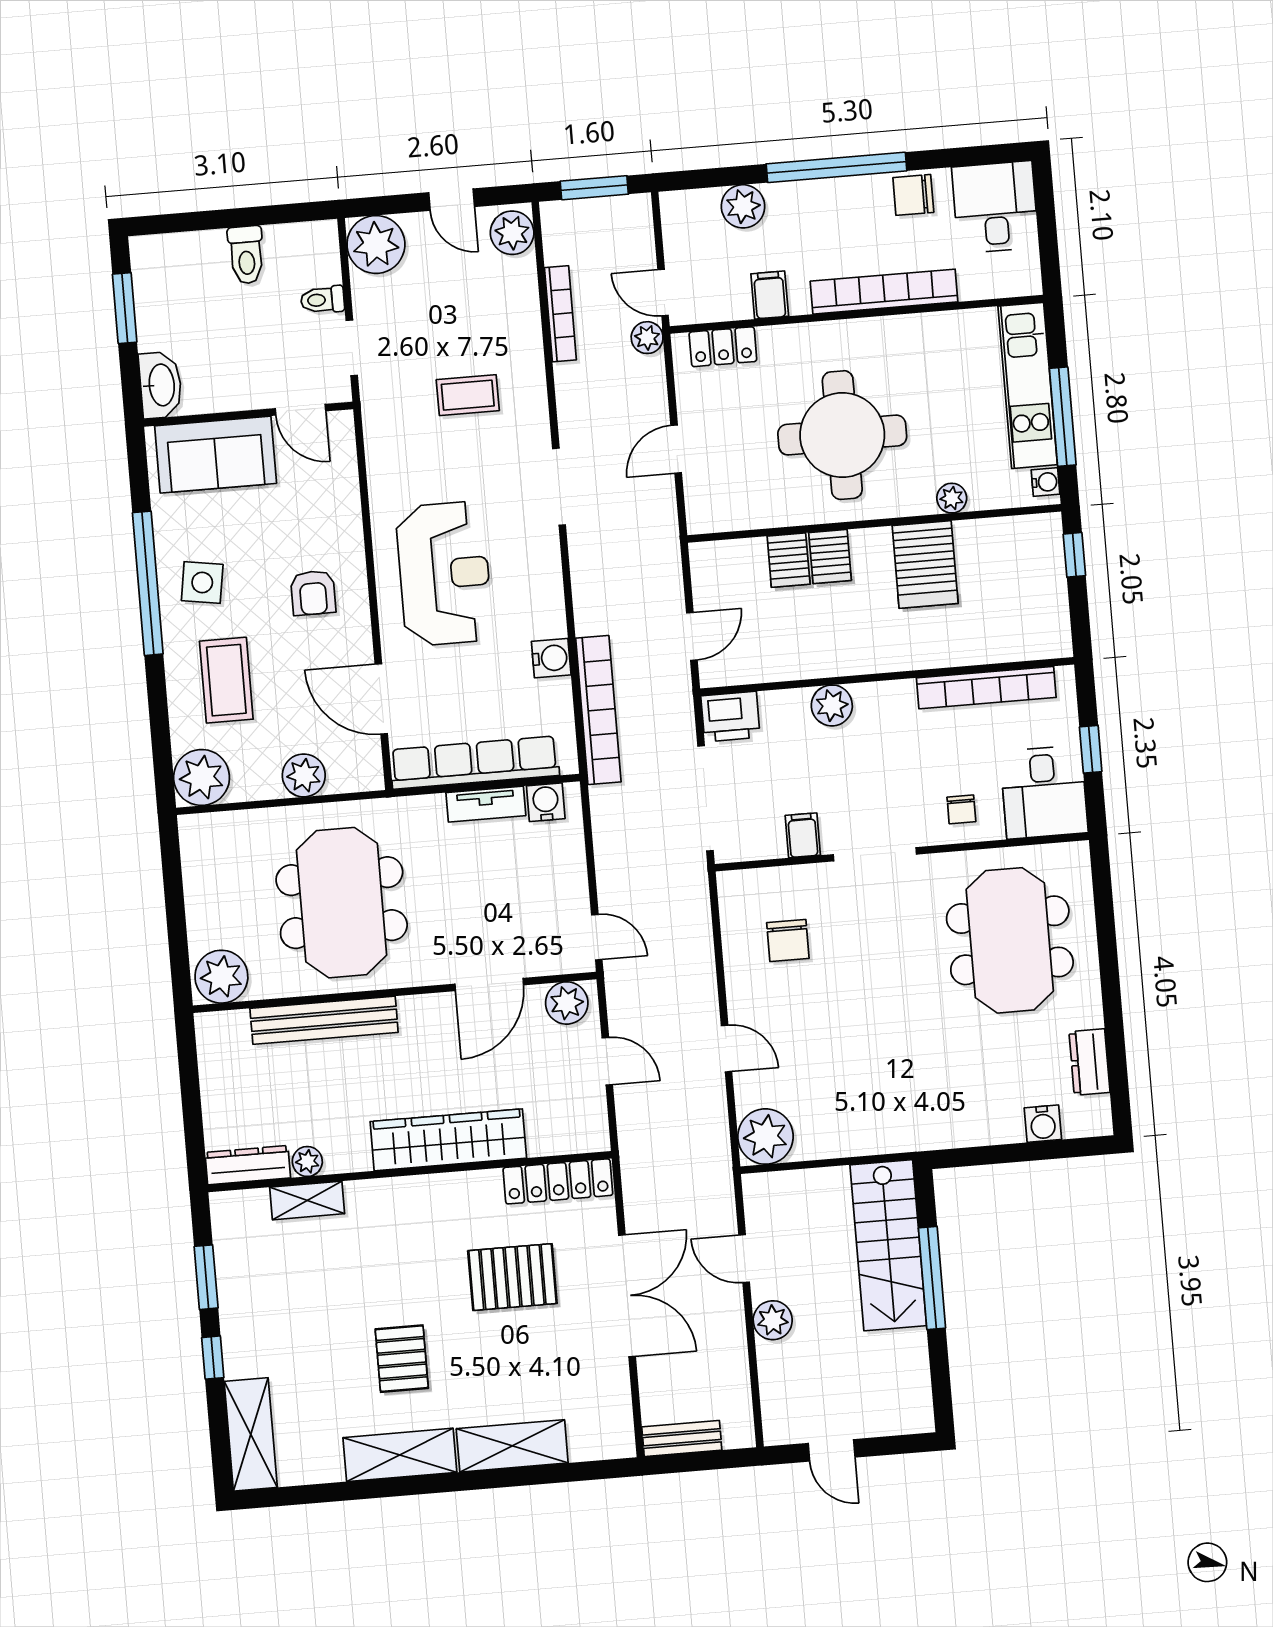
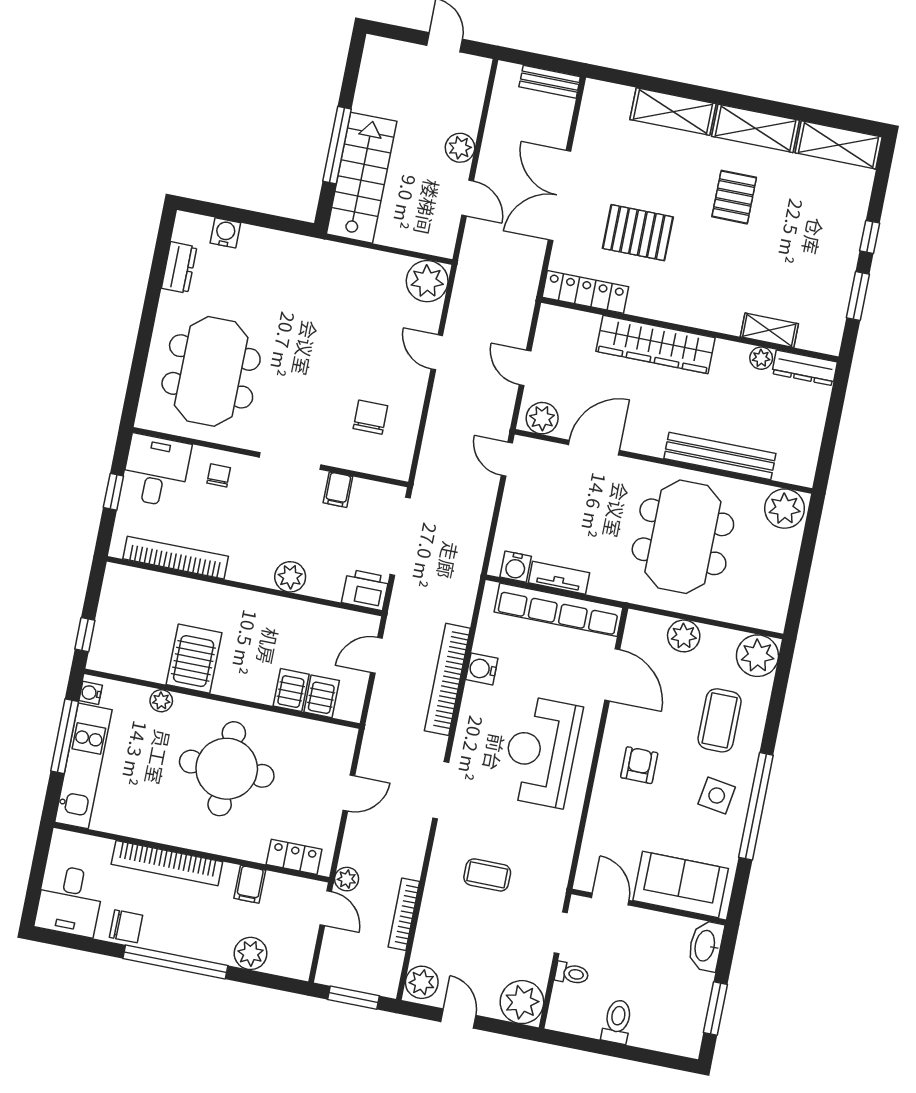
server rack: (830, 556) -> (322, 696), moved
bookcase: (598, 710) -> (447, 679), moved
shelving: (251, 1434) -> (839, 145), moved, turned 90

